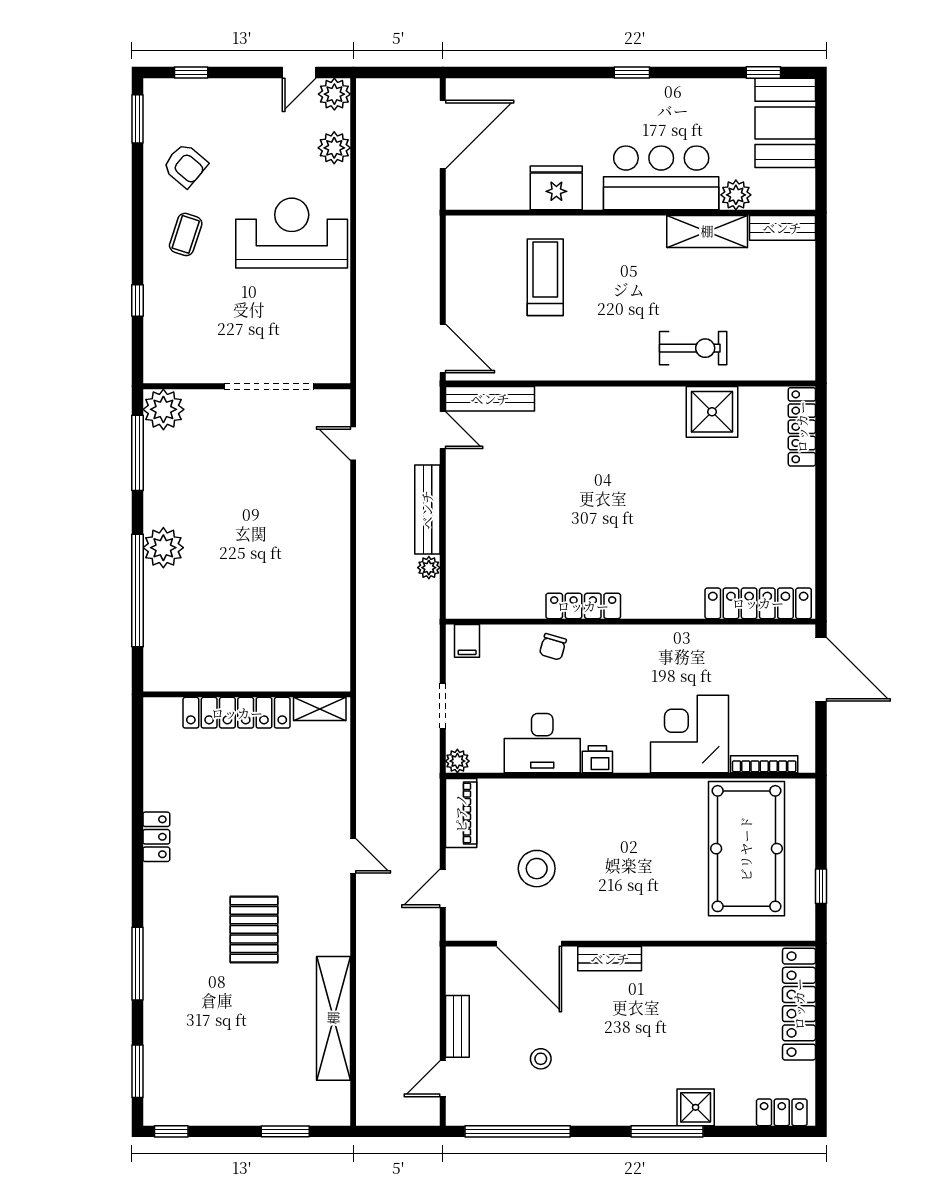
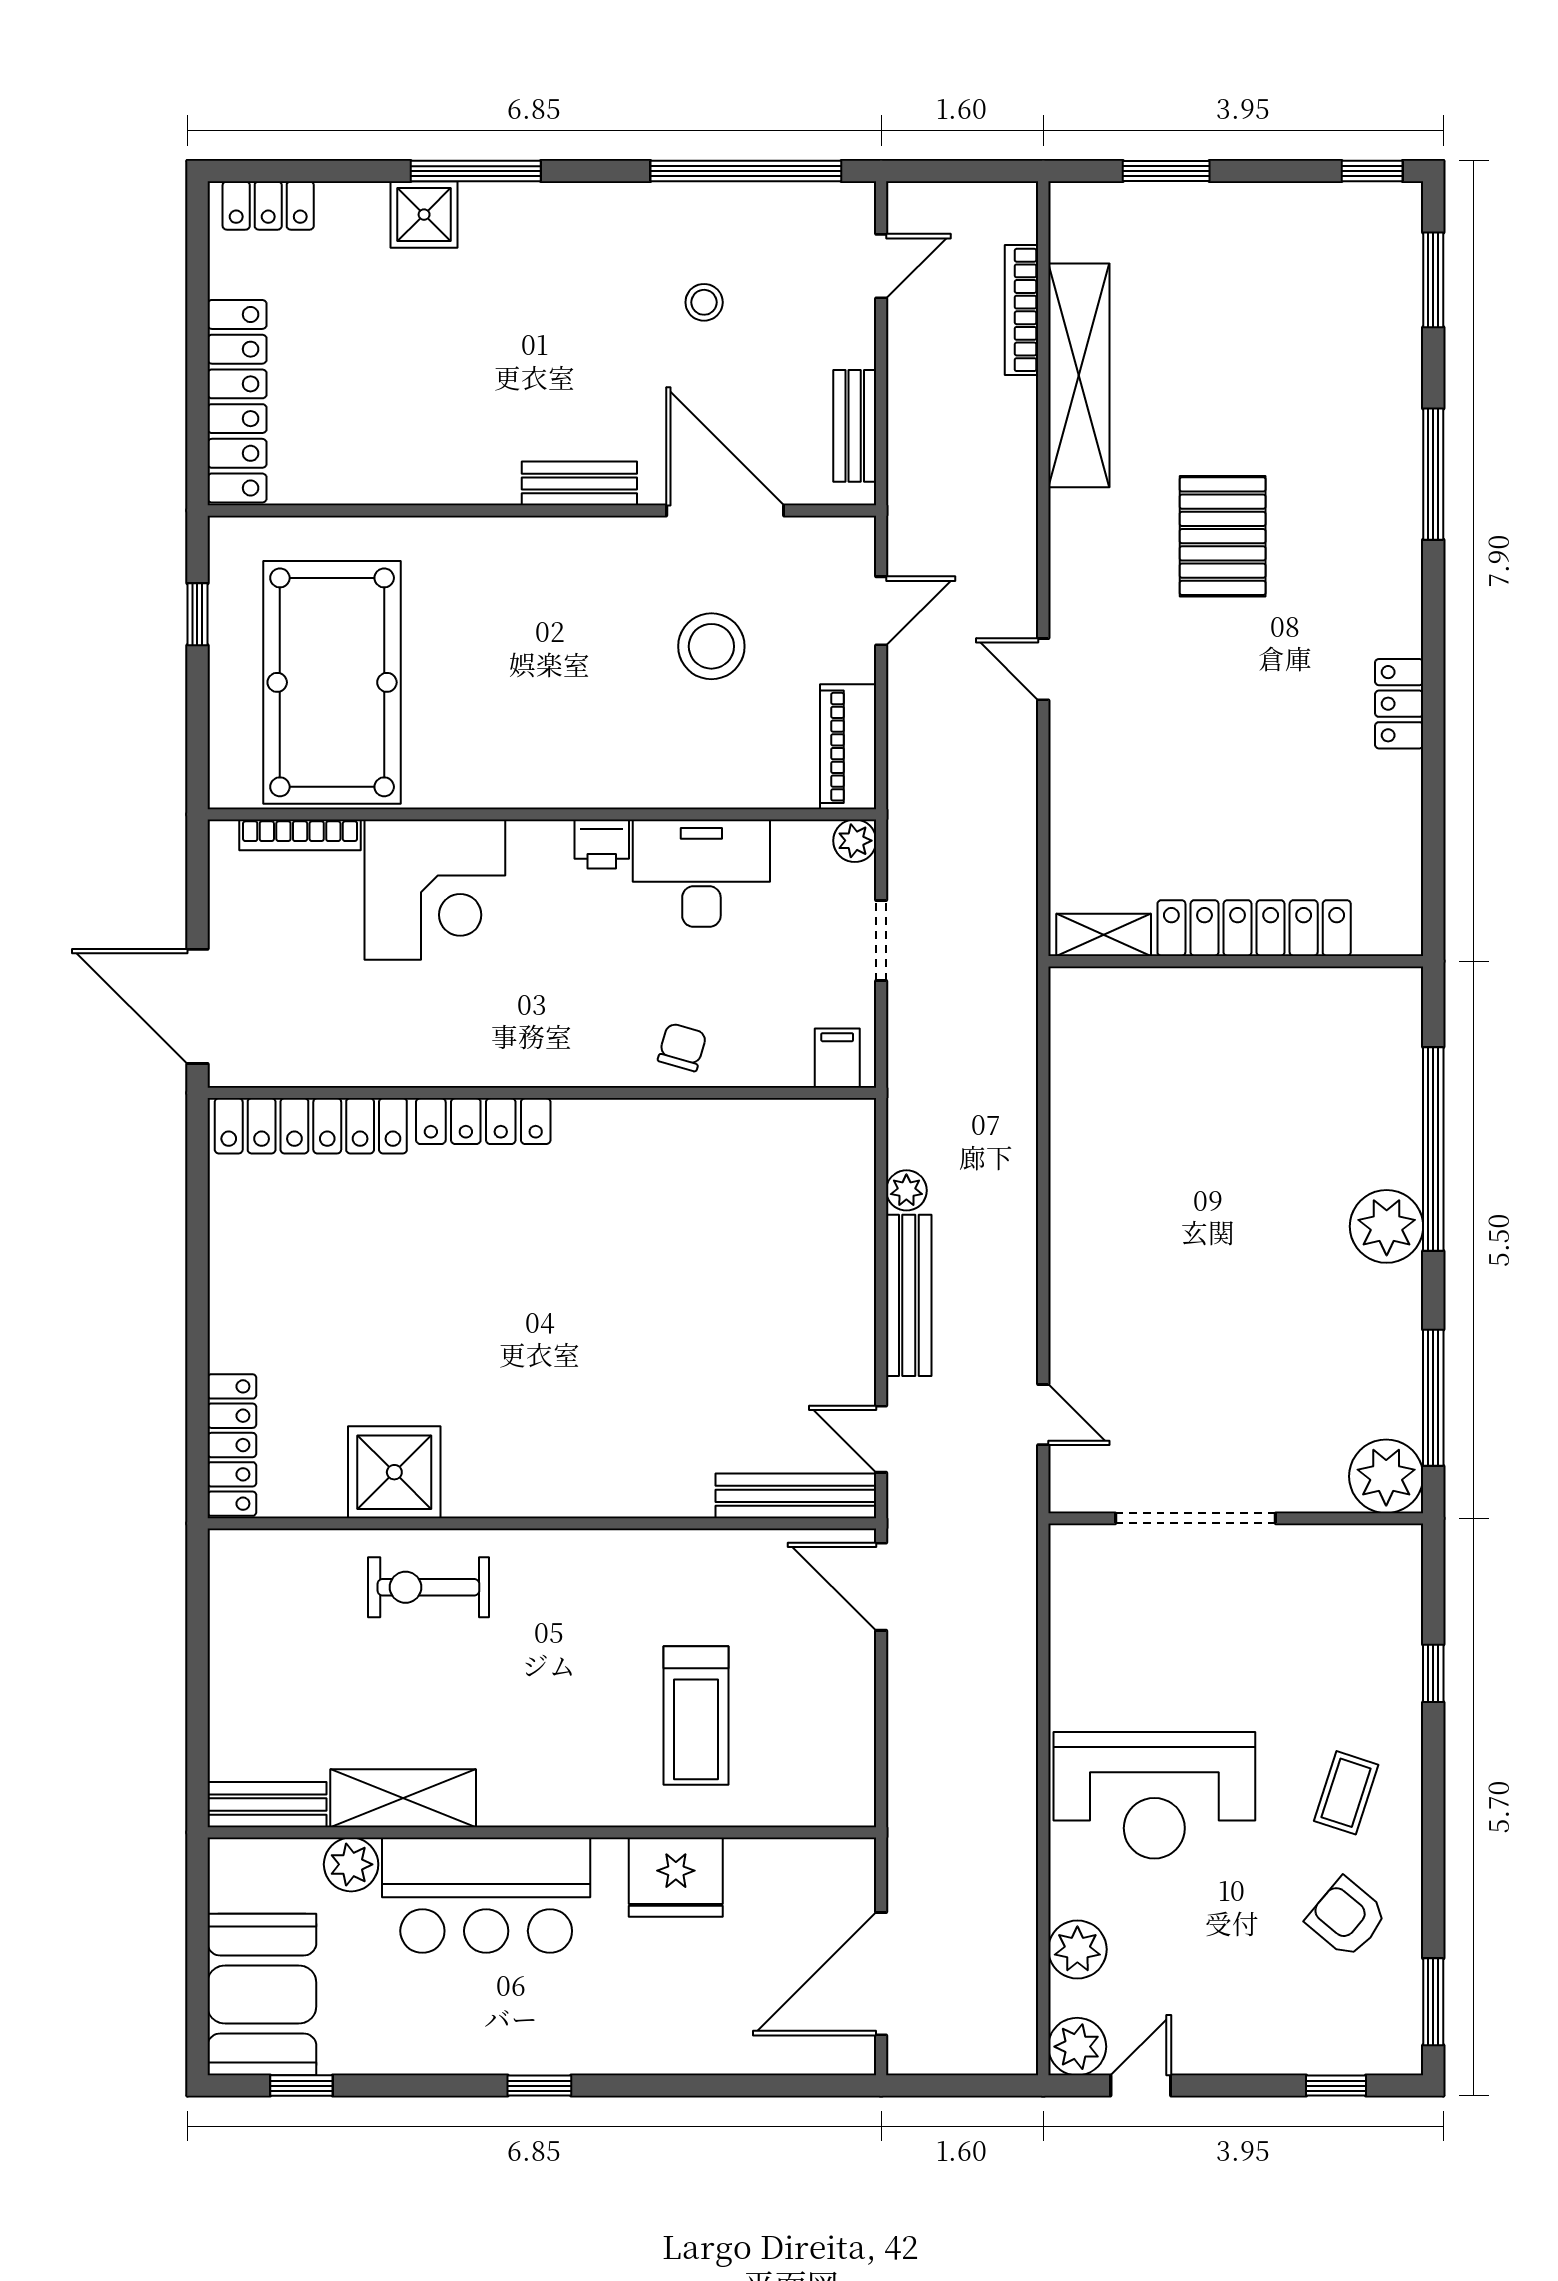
locker: (583, 606) -> (483, 1121), moved
bench: (457, 1026) -> (855, 426), moved
bookcase: (365, 1055) -> (1022, 310), added

